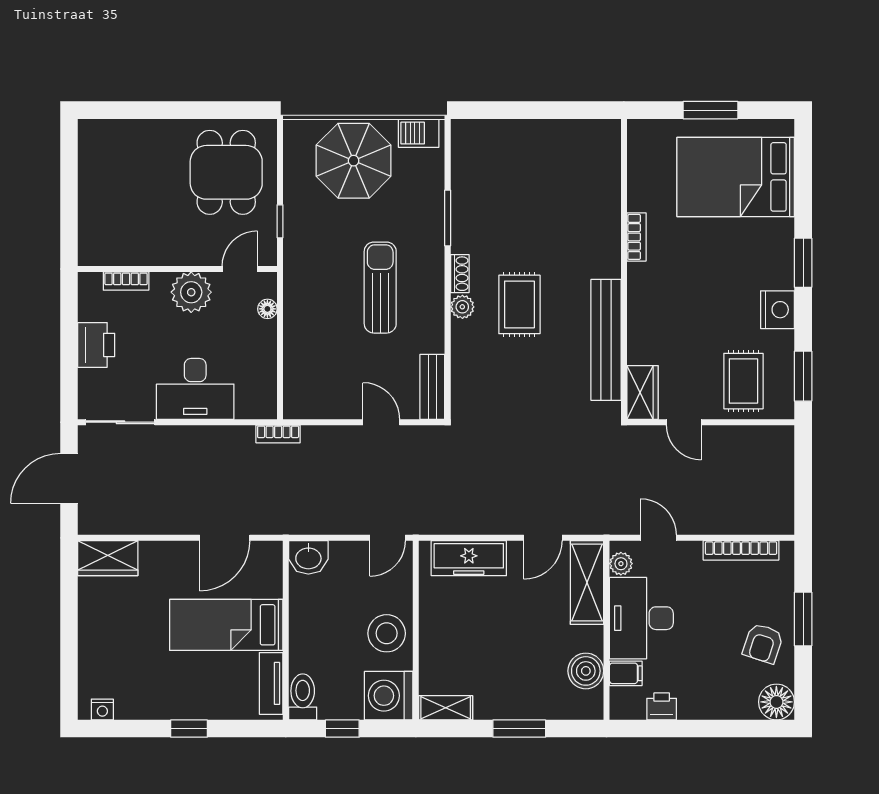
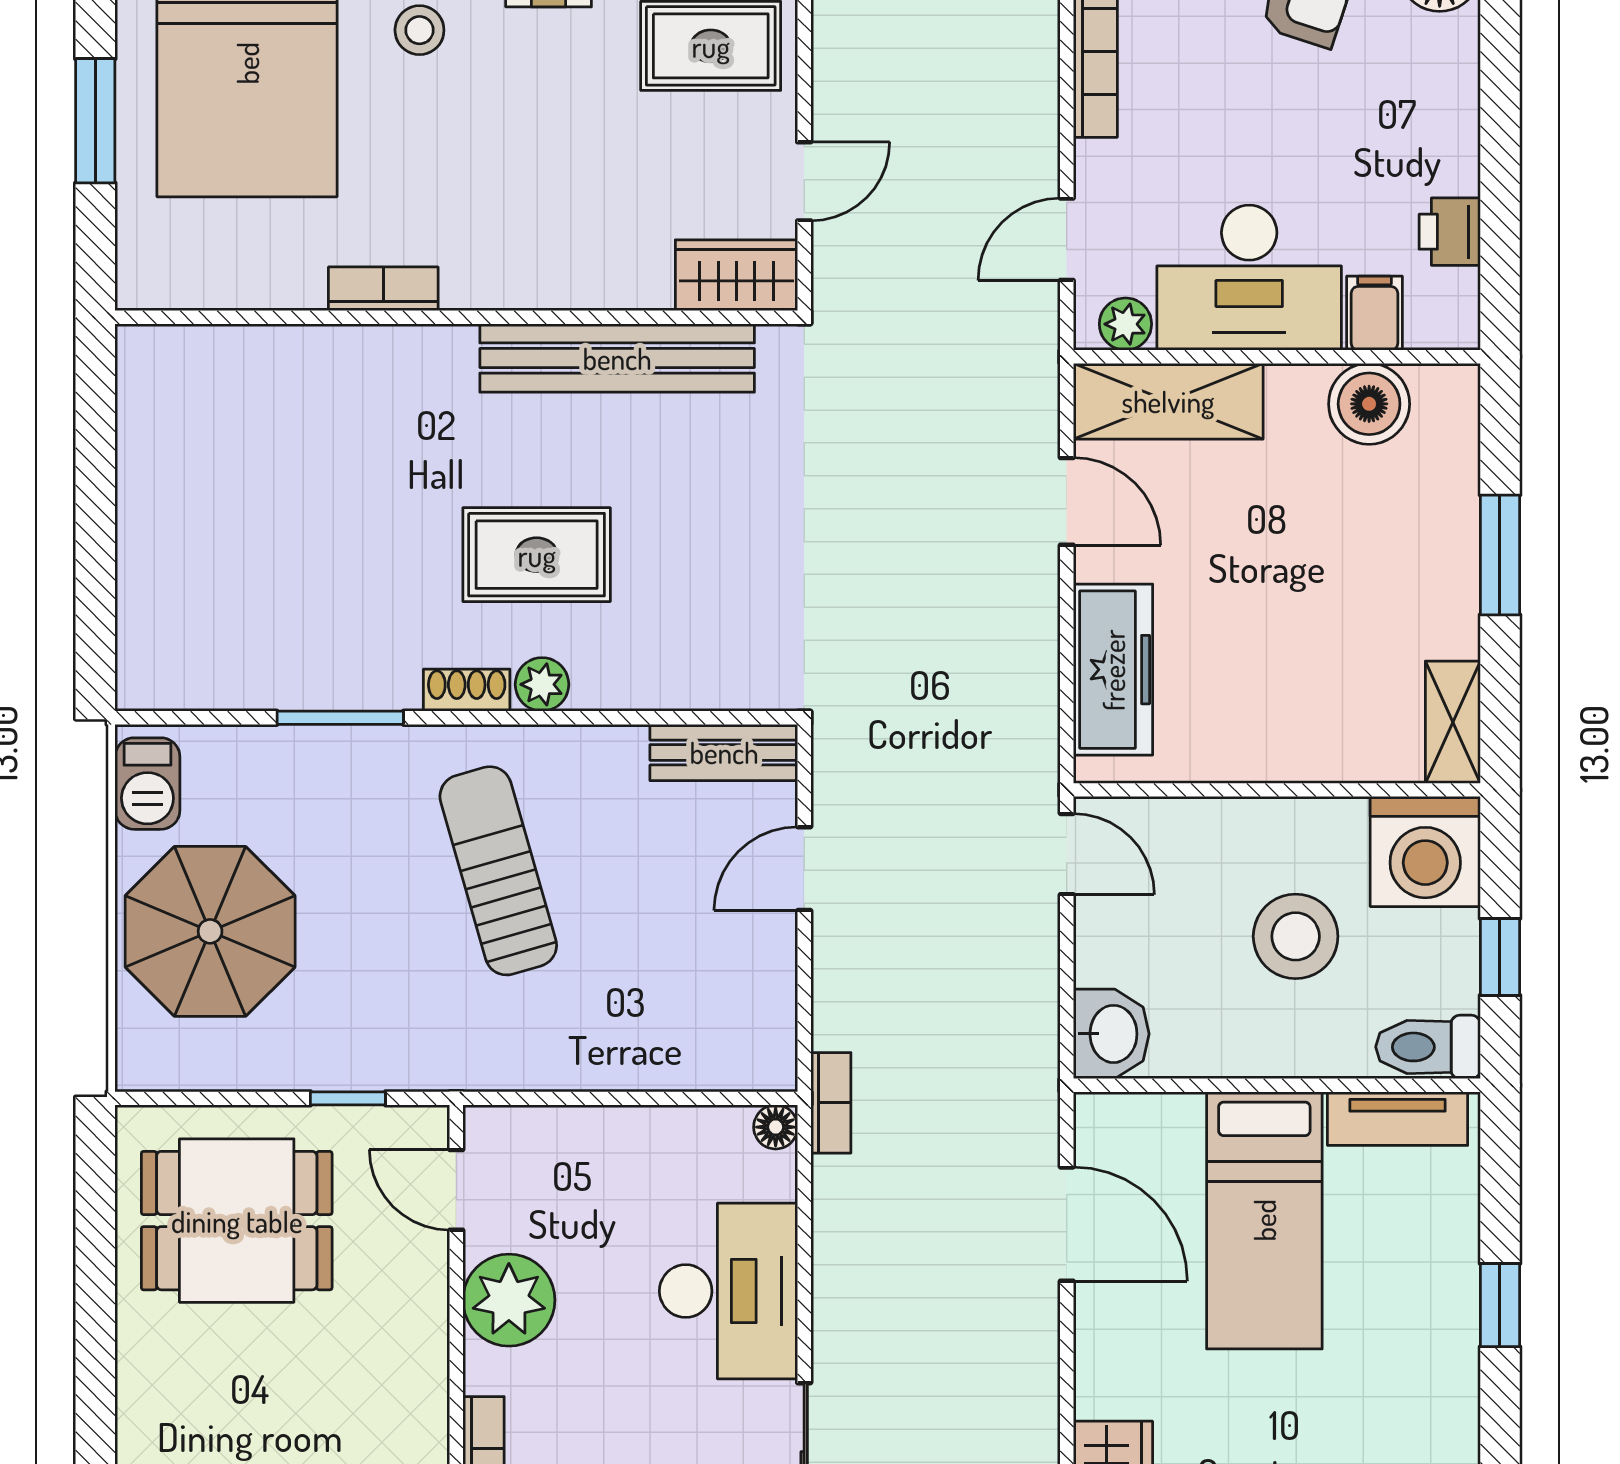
stool: (750, 253) -> (419, 30), added
sun lounger: (380, 288) -> (498, 871), turned 74
floor lamp: (267, 309) -> (776, 1127), moved
stool: (387, 633) -> (1296, 936), moved

